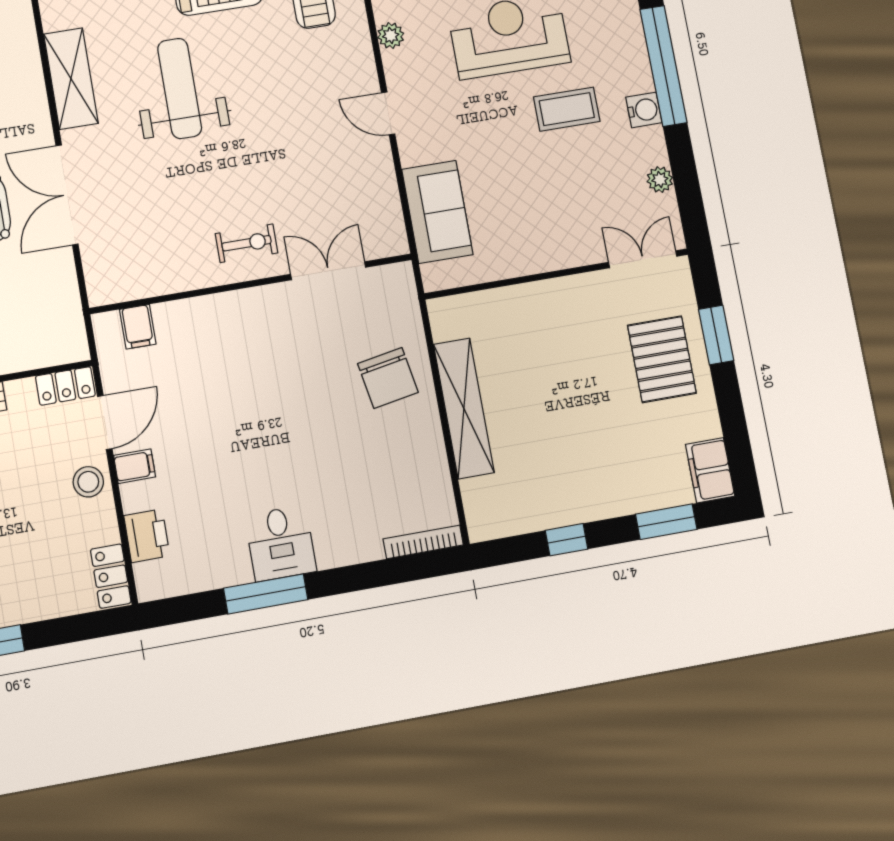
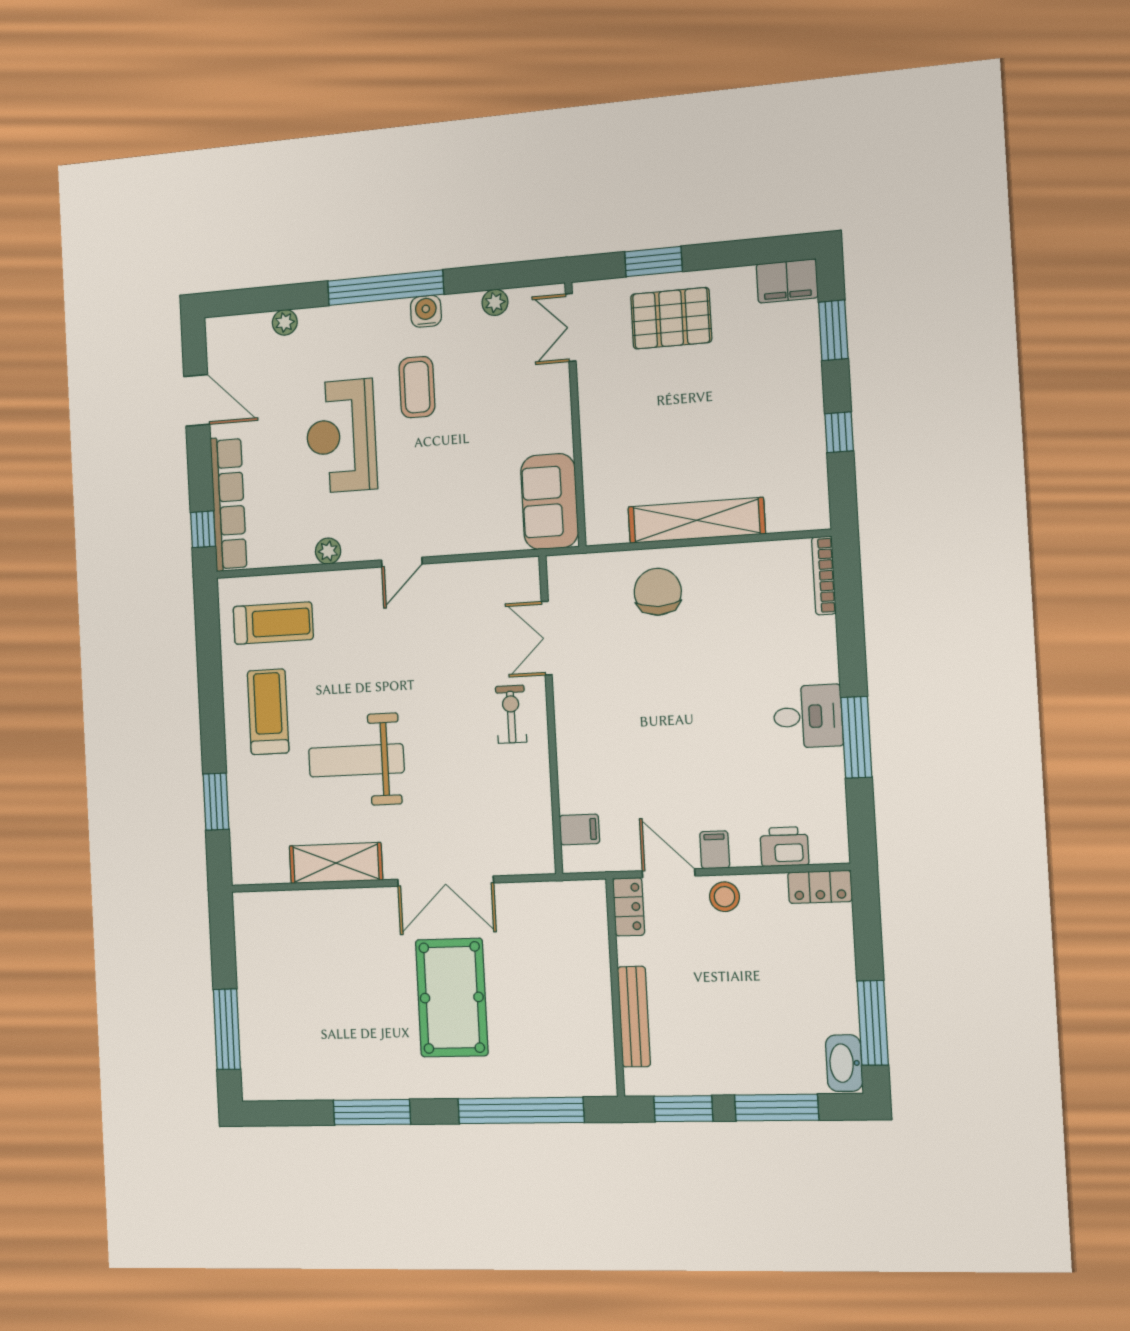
sofa: (437, 212) -> (550, 502), moved, turned -90
chair: (388, 378) -> (658, 592), turned -80

